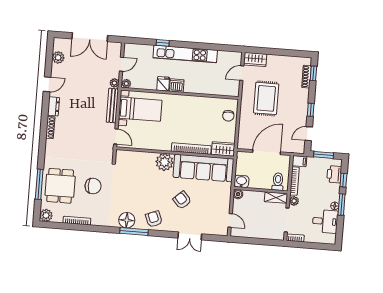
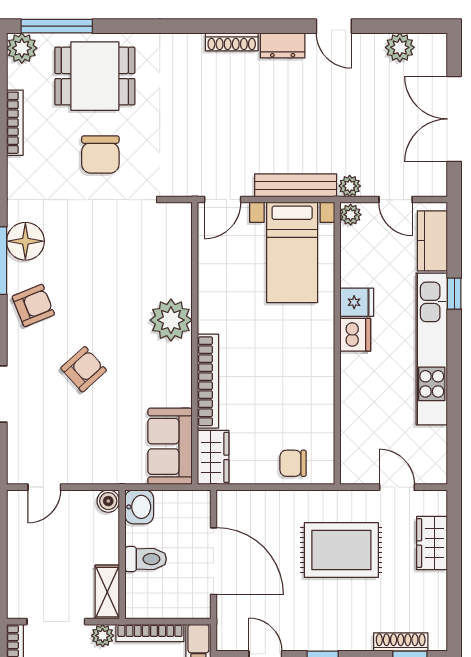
kitchen counter: (140, 50) -> (432, 241), added
wardrobe: (255, 59) -> (432, 543), moved
sofa: (203, 168) -> (170, 446), width x0.54, depth x0.79
toilet: (278, 182) -> (146, 559), moved
window: (39, 184) -> (57, 26), moved

